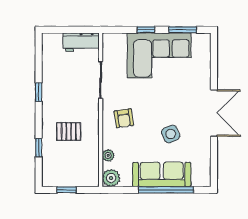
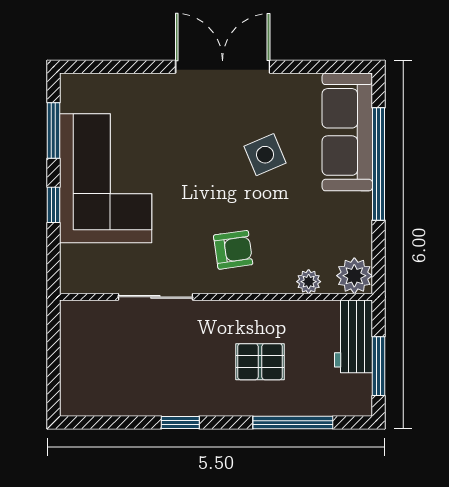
workbench: (81, 42) -> (354, 336), moved, turned 180
pallet: (69, 131) -> (260, 362), turned 90
window: (39, 148) -> (293, 423), width x2.17
sofa: (162, 174) -> (347, 132), moved
window: (67, 190) -> (379, 366), width x1.50

